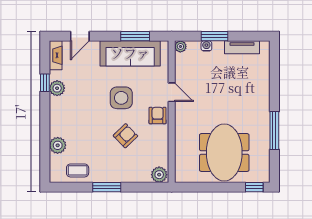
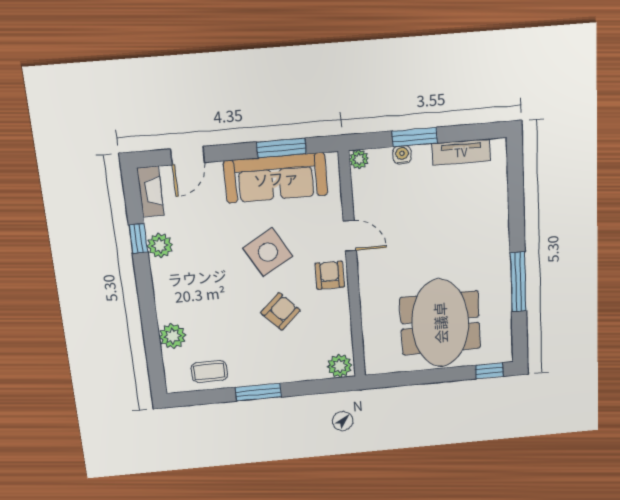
side table: (121, 98) -> (268, 252), turned -30

